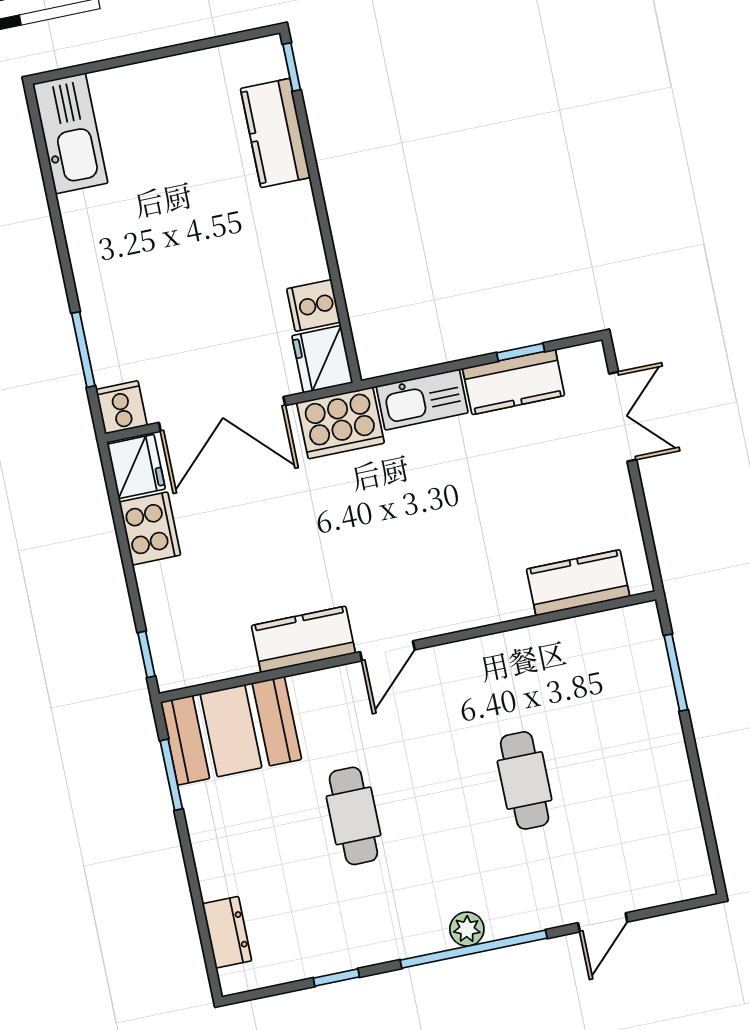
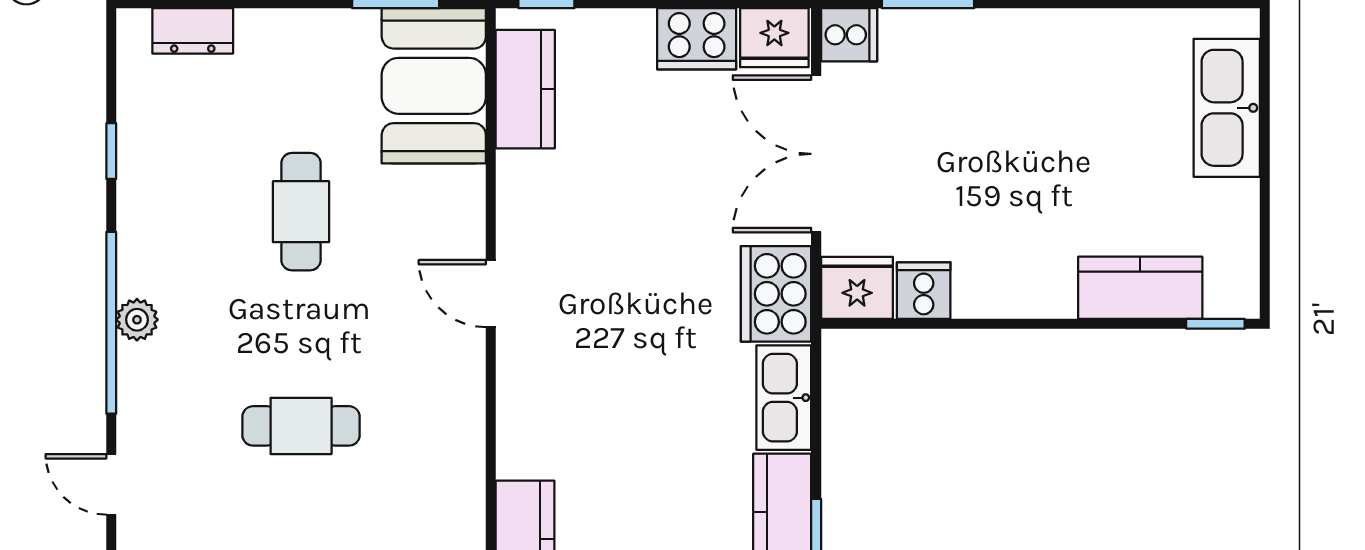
kitchen sink: (70, 133) -> (1227, 108), moved, turned 90
kitchen counter: (303, 639) -> (525, 89), moved
cafe table: (353, 816) -> (301, 212), turned 90

